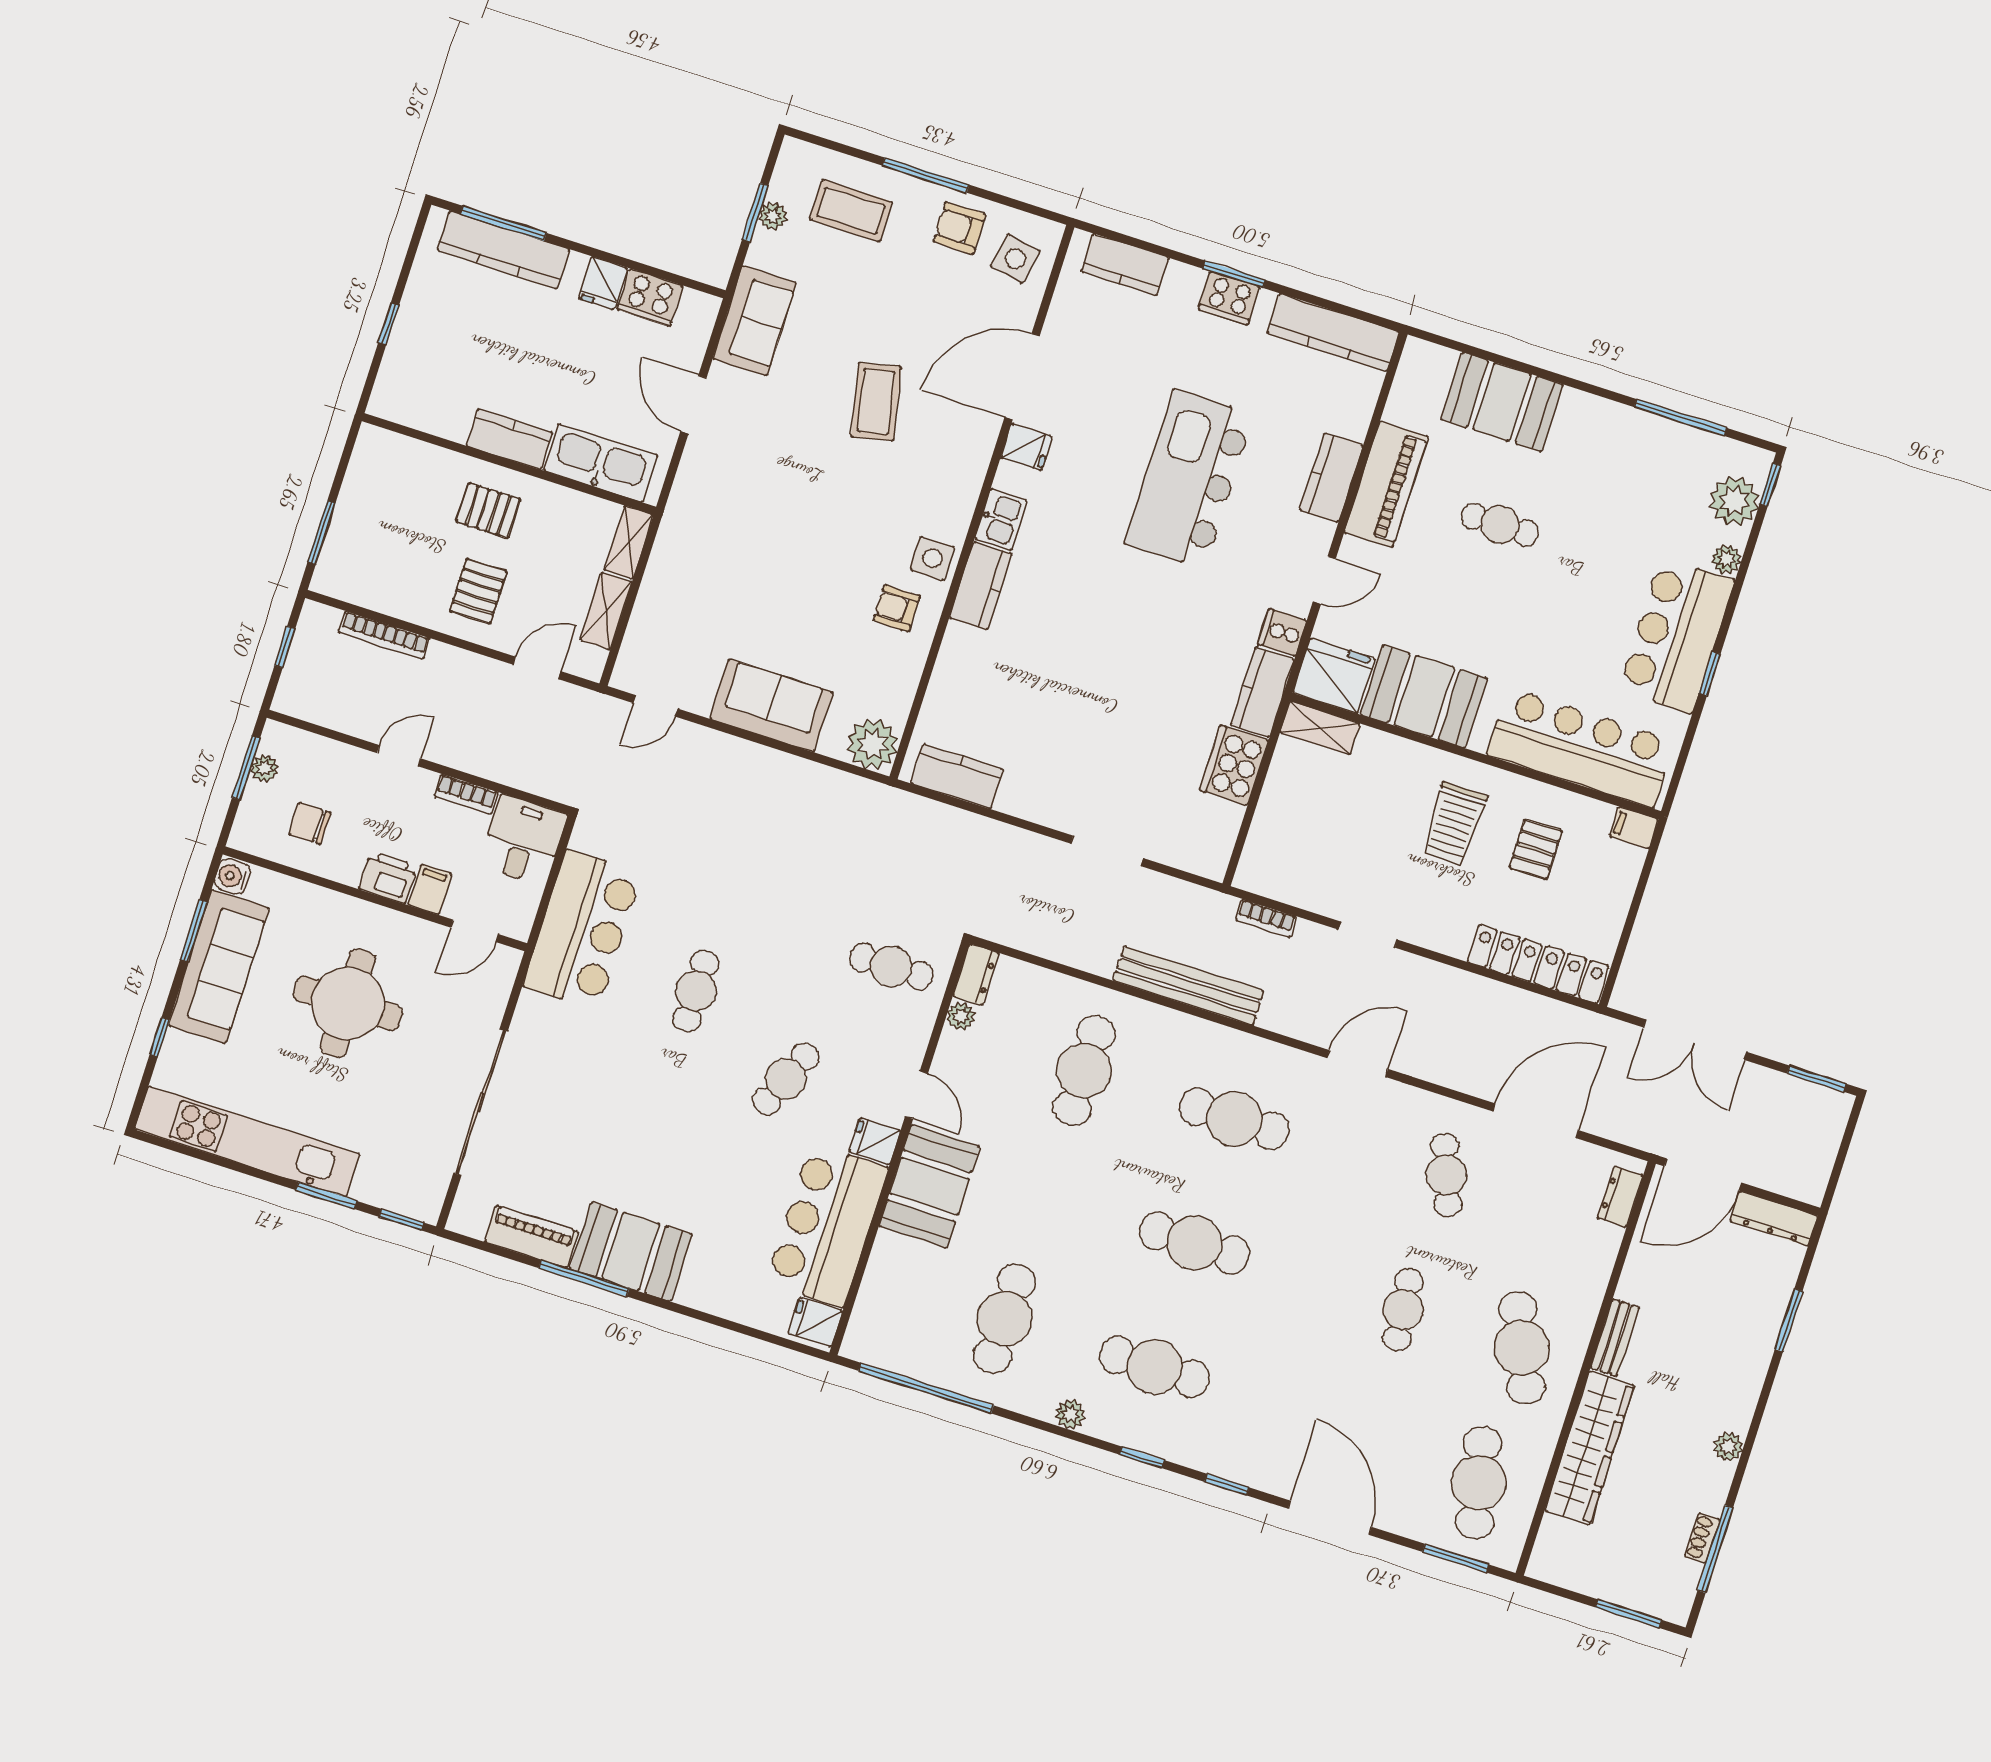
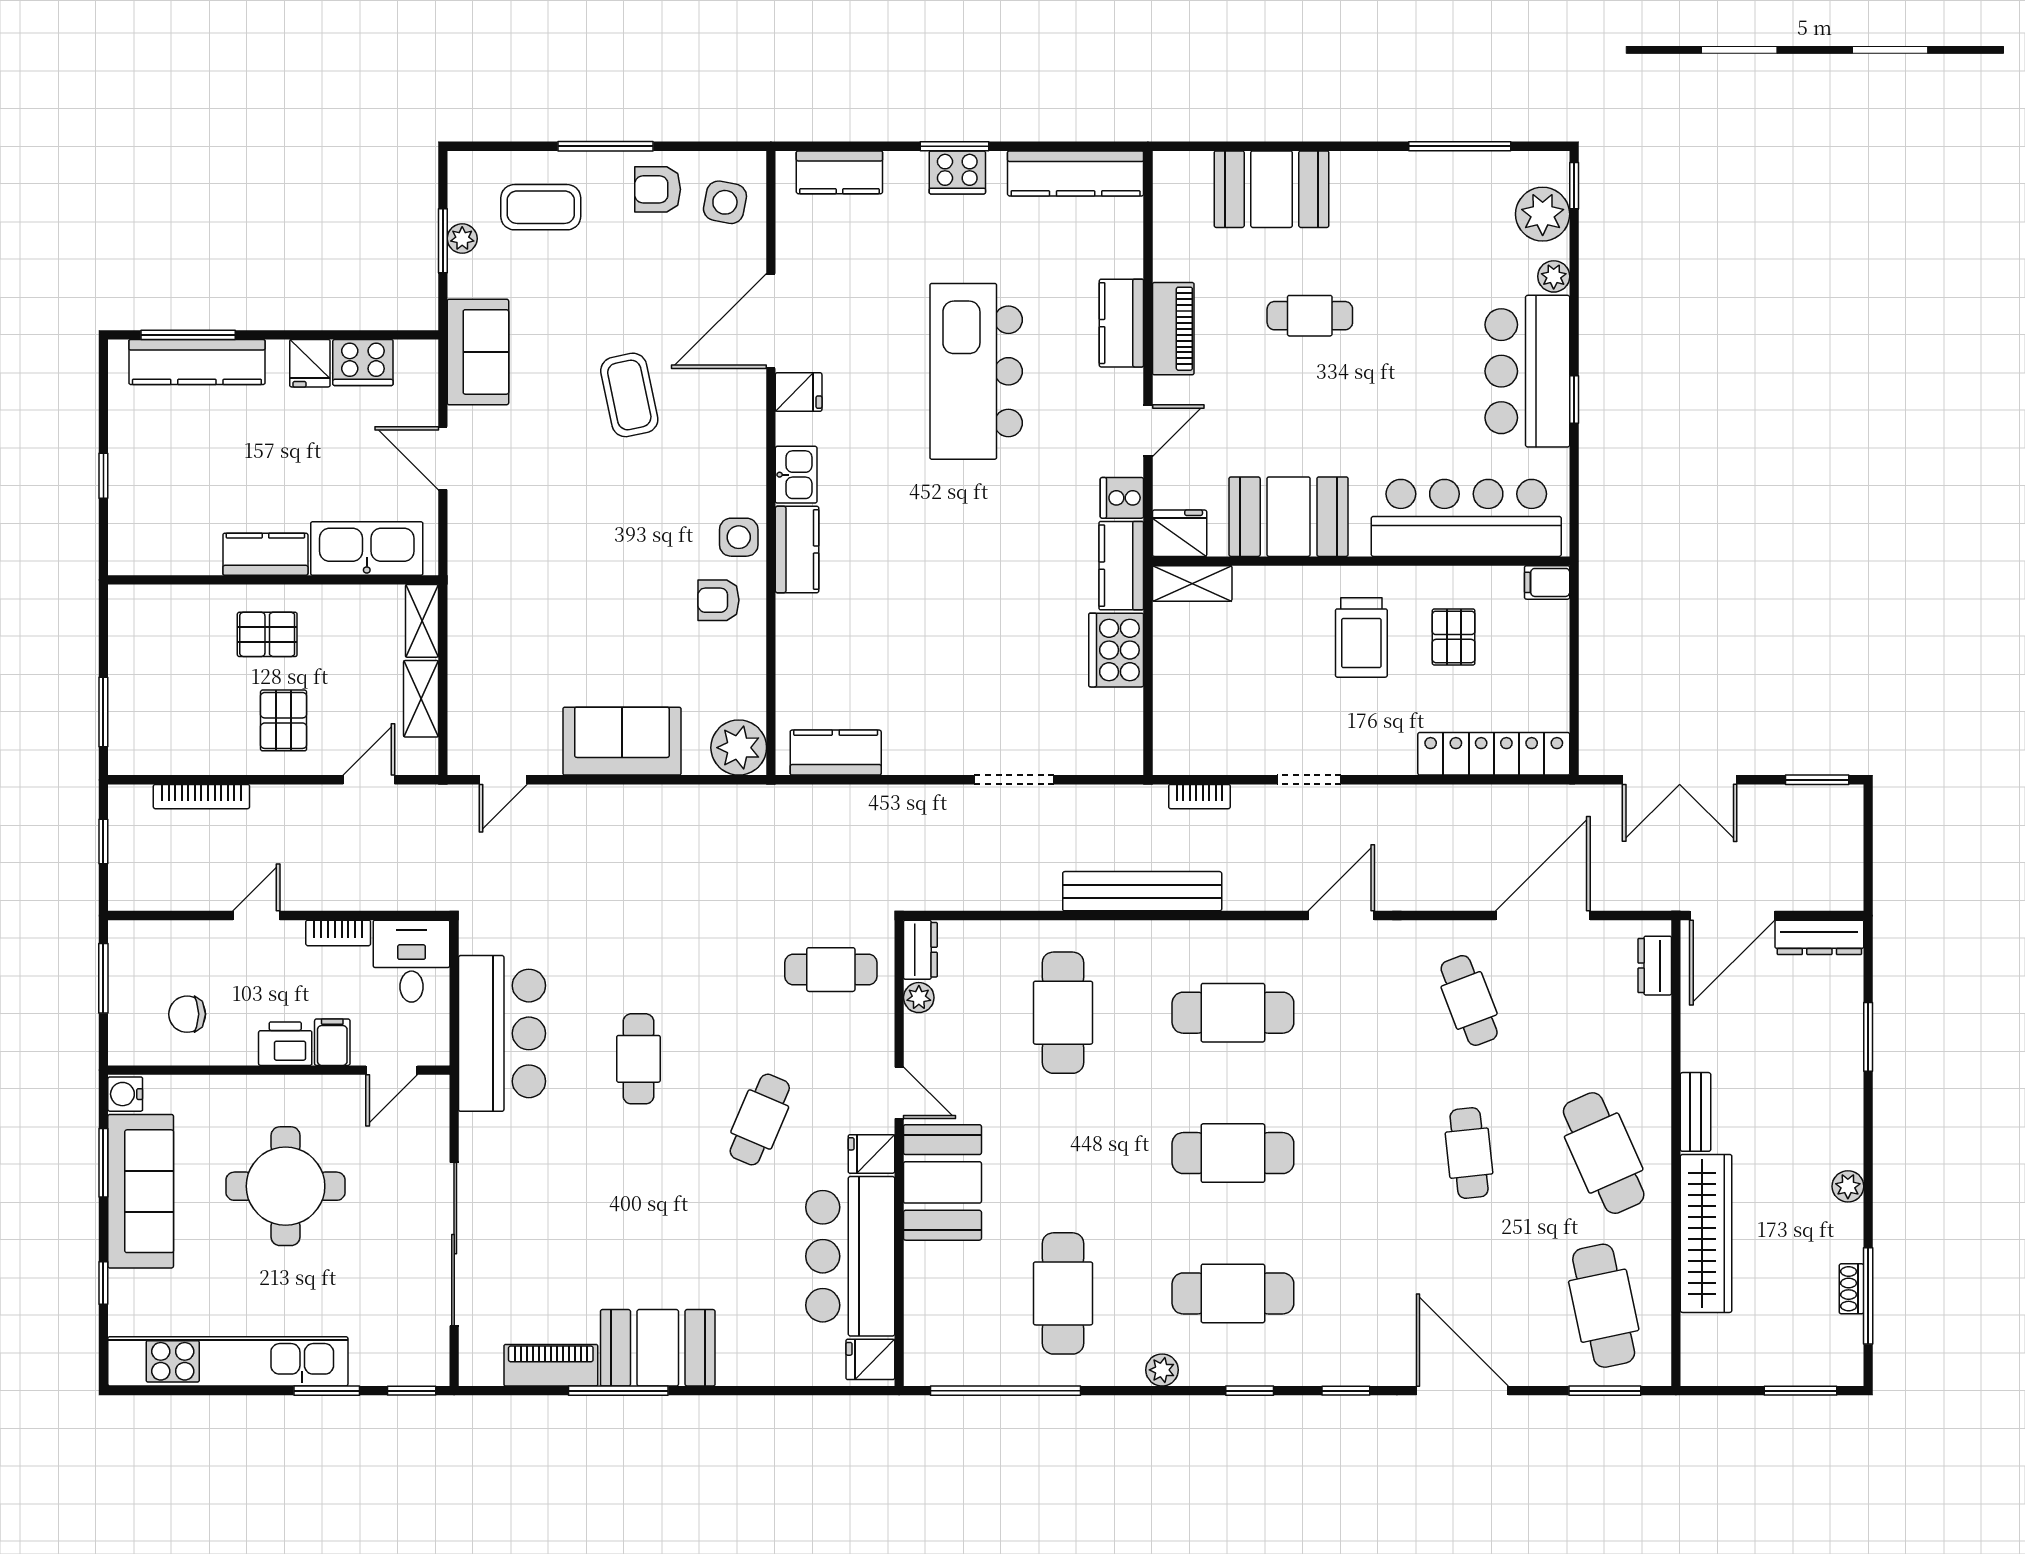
piano: (1386, 484) -> (1173, 329), width x0.73, depth x0.75
fridge: (1334, 676) -> (1180, 533), width x0.73, depth x0.75
plant: (265, 769) -> (123, 973), removed

